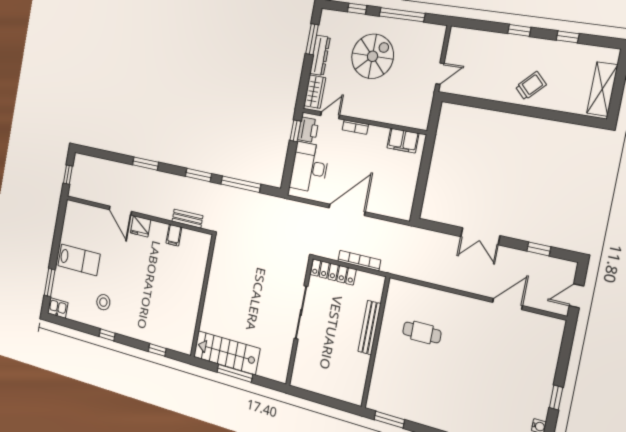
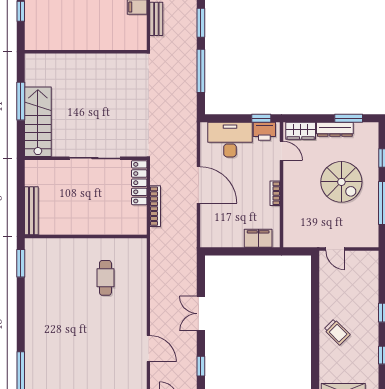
bookcase: (355, 127) -> (275, 193), moved
filing cabinet: (403, 141) -> (258, 238), moved, turned 90
bench: (370, 328) -> (31, 211), moved, turned 90
stairs: (226, 353) -> (38, 122), moved

